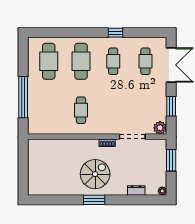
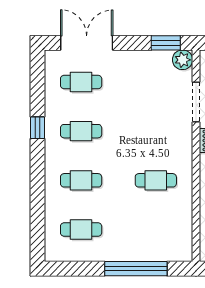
cafe table: (49, 61) -> (81, 230), width x0.73, depth x0.74
cafe table: (81, 61) -> (81, 180), width x0.73, depth x0.74
window: (171, 106) -> (166, 43), moved

